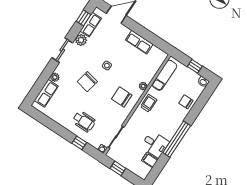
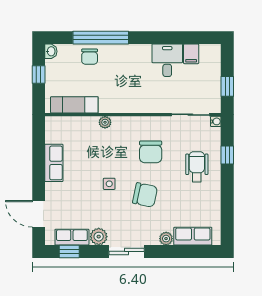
chair: (122, 97) -> (151, 152), moved
trolley: (149, 103) -> (122, 101), removed
window: (177, 139) -> (101, 38), moved

